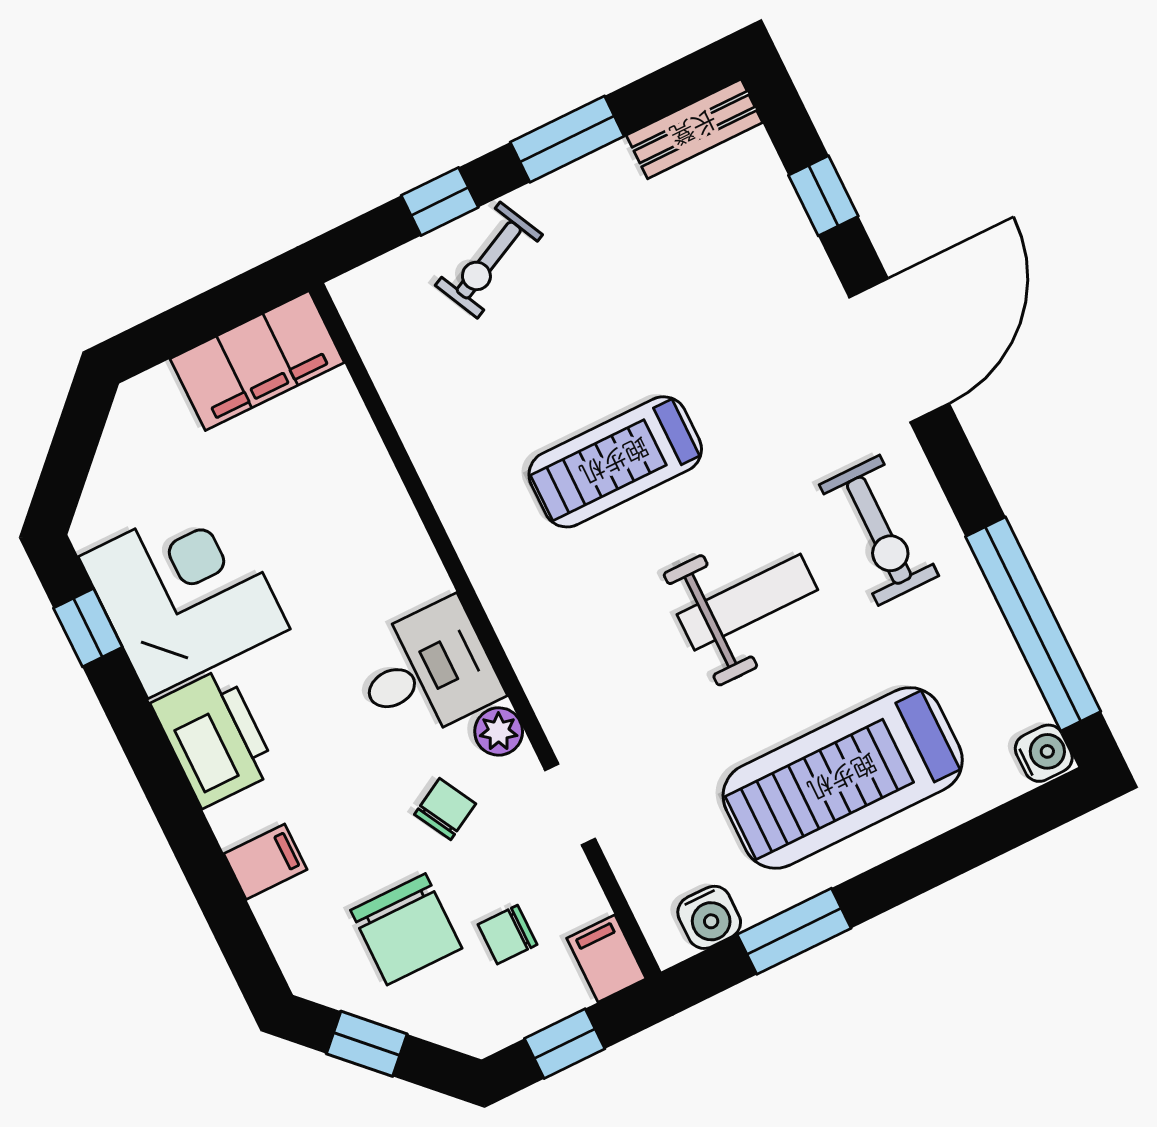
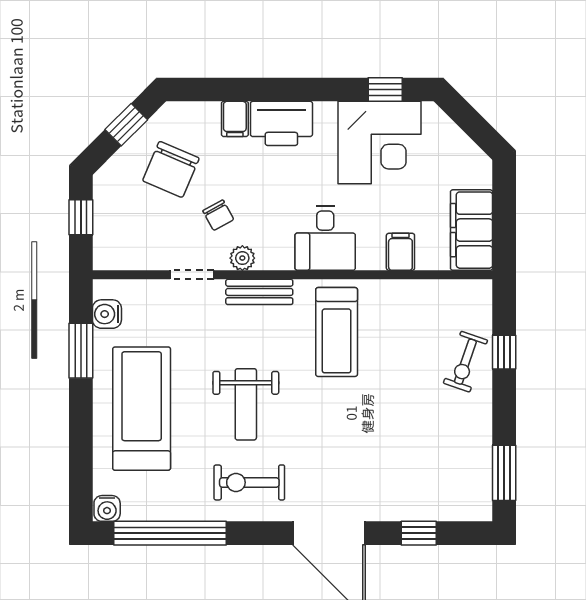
bench: (694, 129) -> (259, 292), moved, turned 90
window: (567, 139) -> (504, 473), moved
exercise bike: (489, 260) -> (465, 362), turned -135
treadmill: (615, 462) -> (337, 332), moved, turned 180
desk: (426, 671) -> (325, 238), moved
printer: (214, 737) -> (281, 123), moved
chair: (406, 929) -> (171, 169), turned -67
chair: (508, 935) -> (145, 216), removed
filing cabinet: (606, 958) -> (400, 252), moved, turned -90

